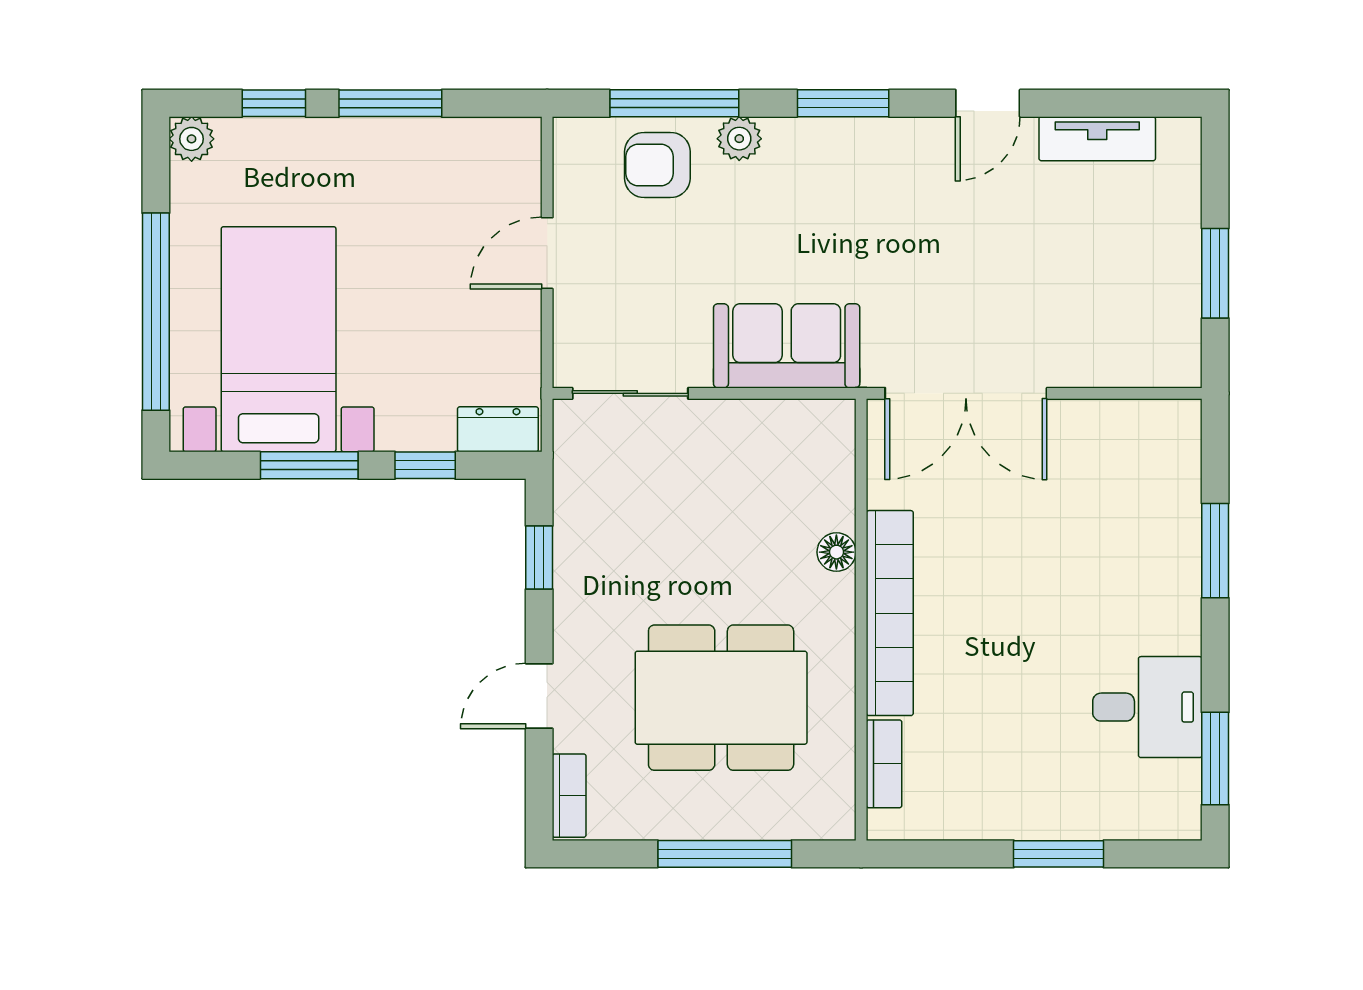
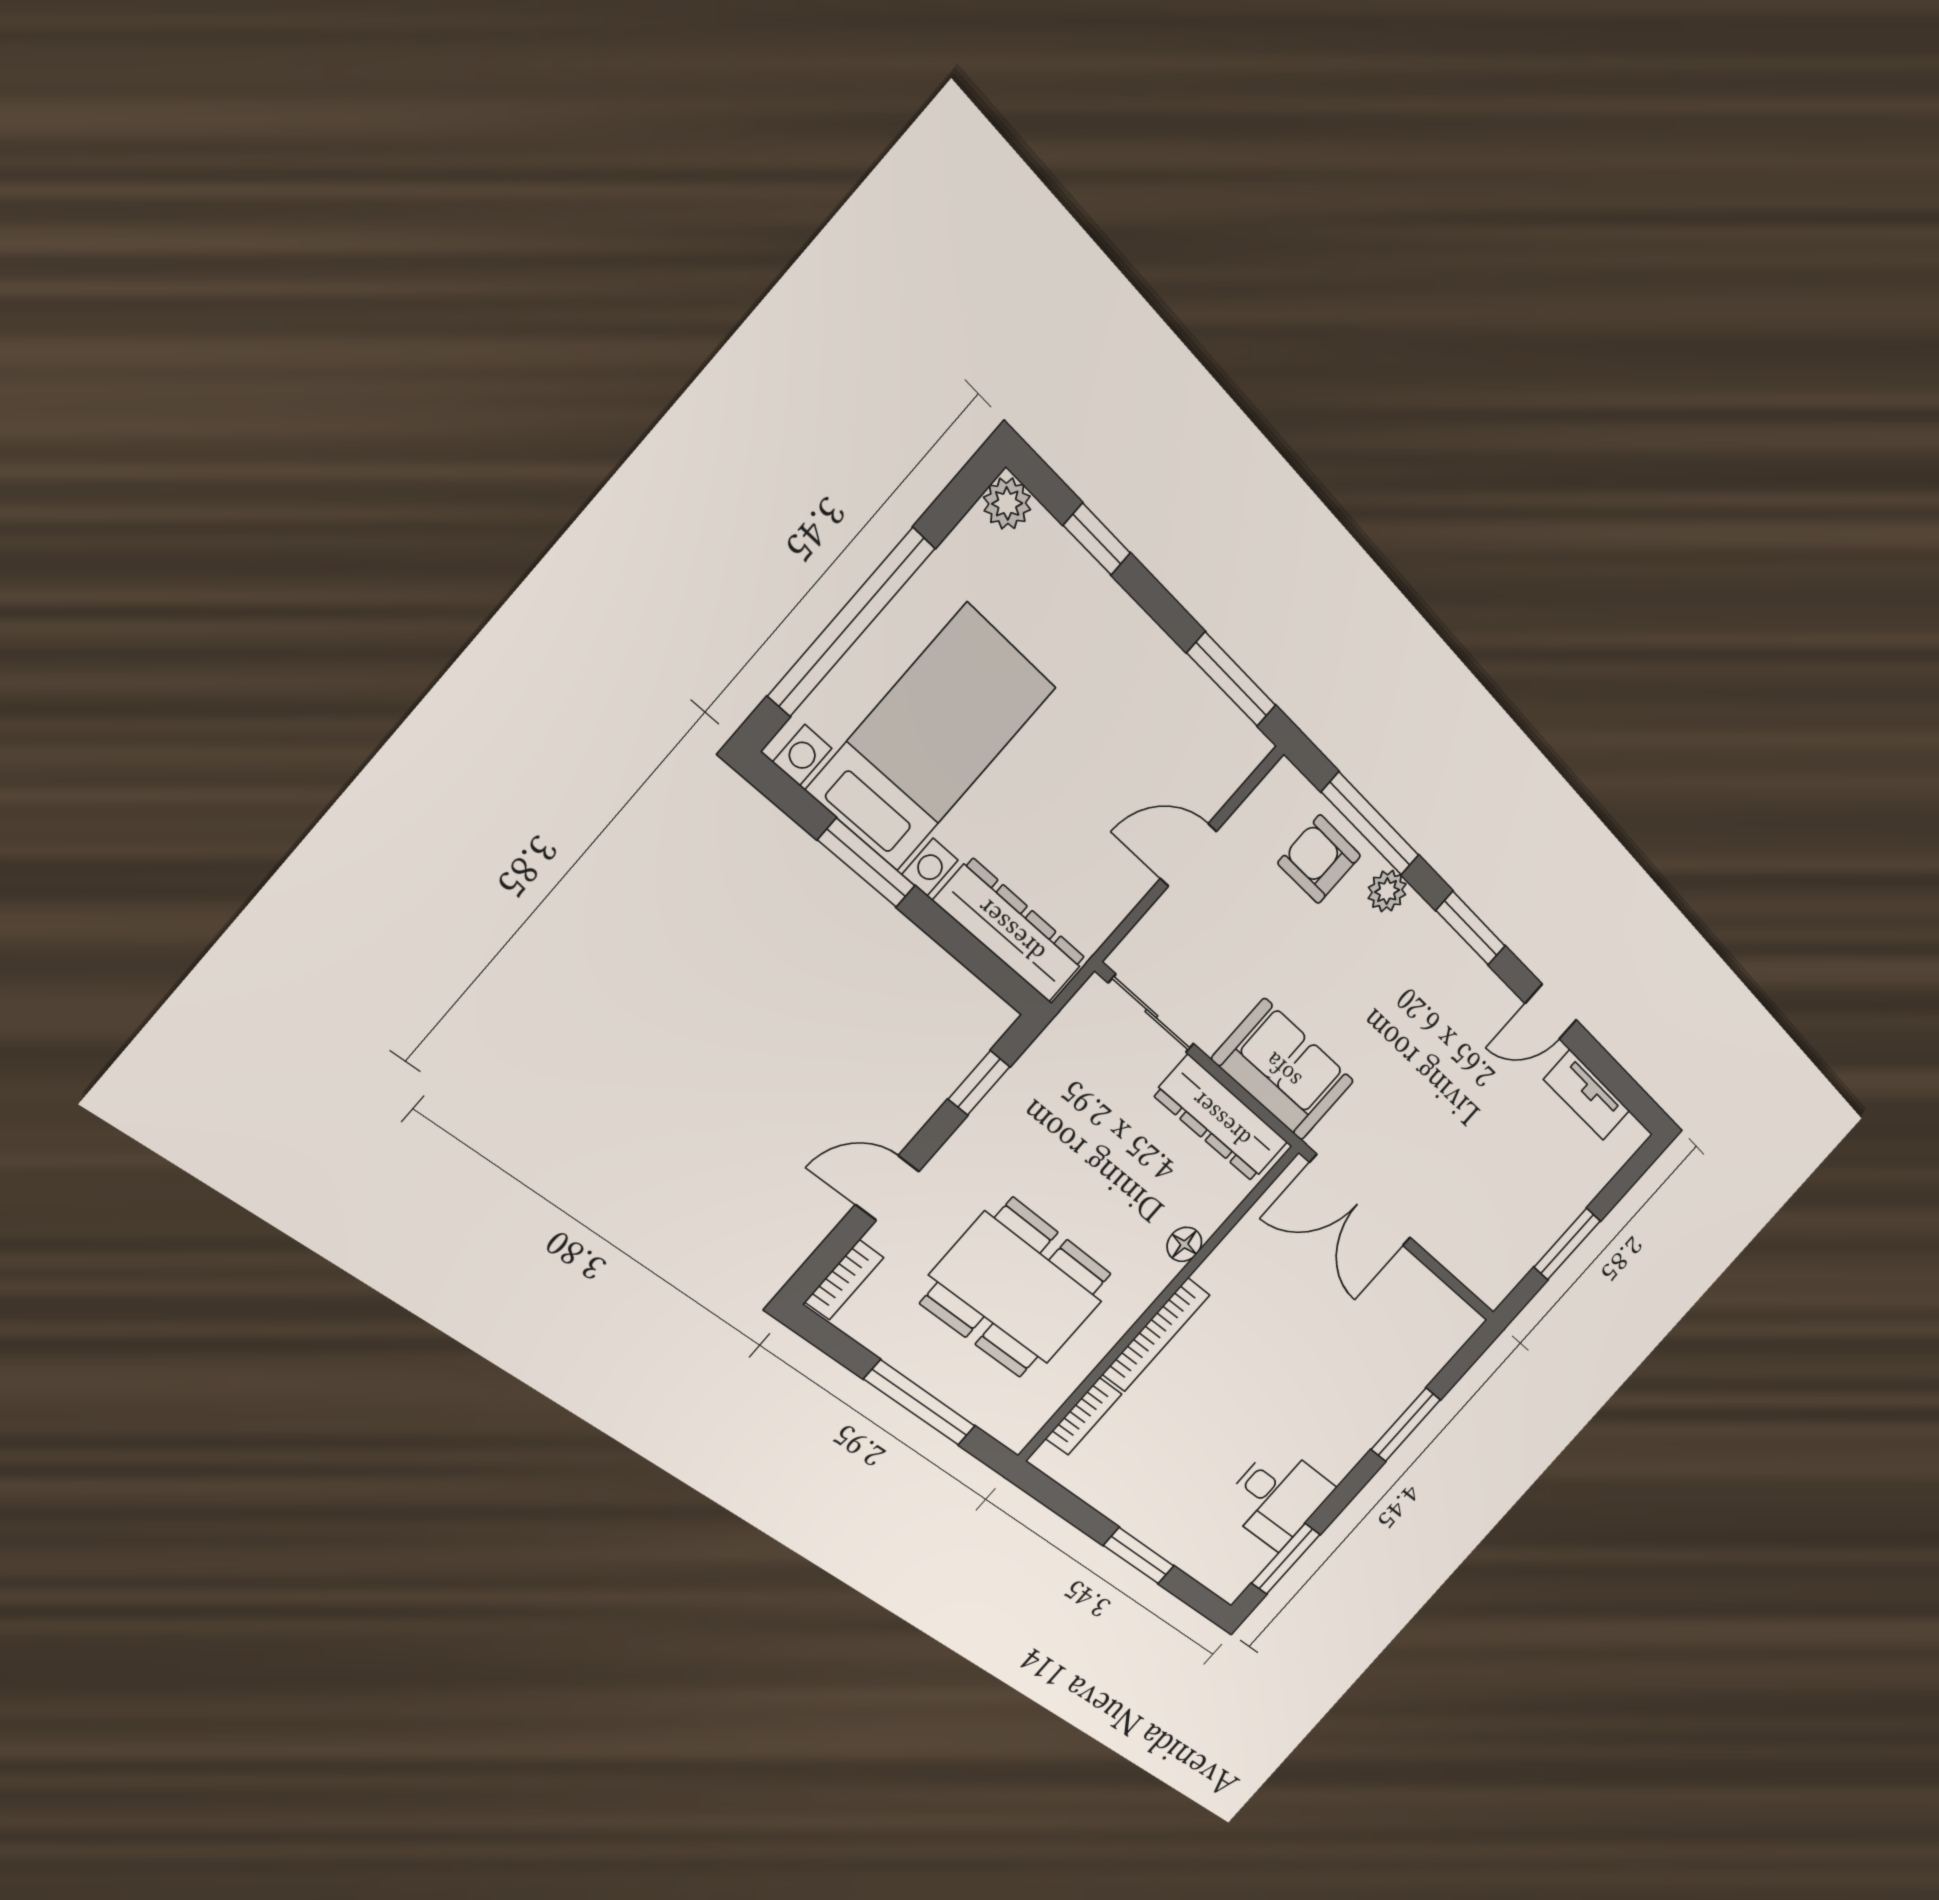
window: (390, 103) -> (1232, 679), moved
dresser: (769, 427) -> (1221, 1119), added
dresser: (498, 429) -> (1011, 930), width x1.96, depth x1.24
window: (425, 465) -> (957, 941), removed
bookcase: (890, 613) -> (1156, 1335), width x0.68, depth x0.76

